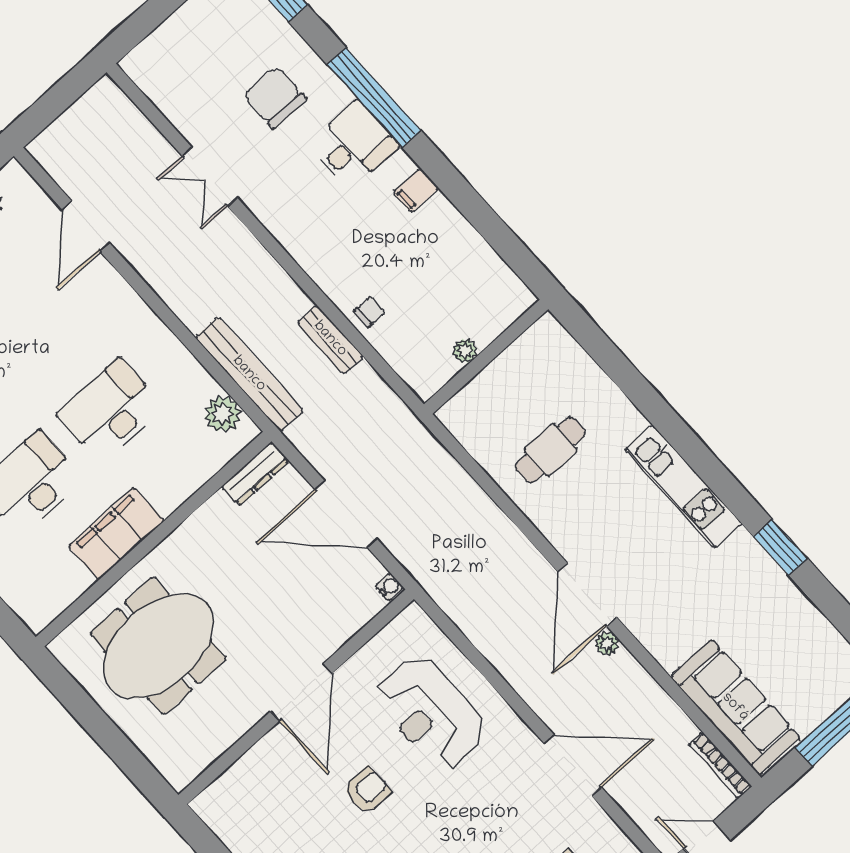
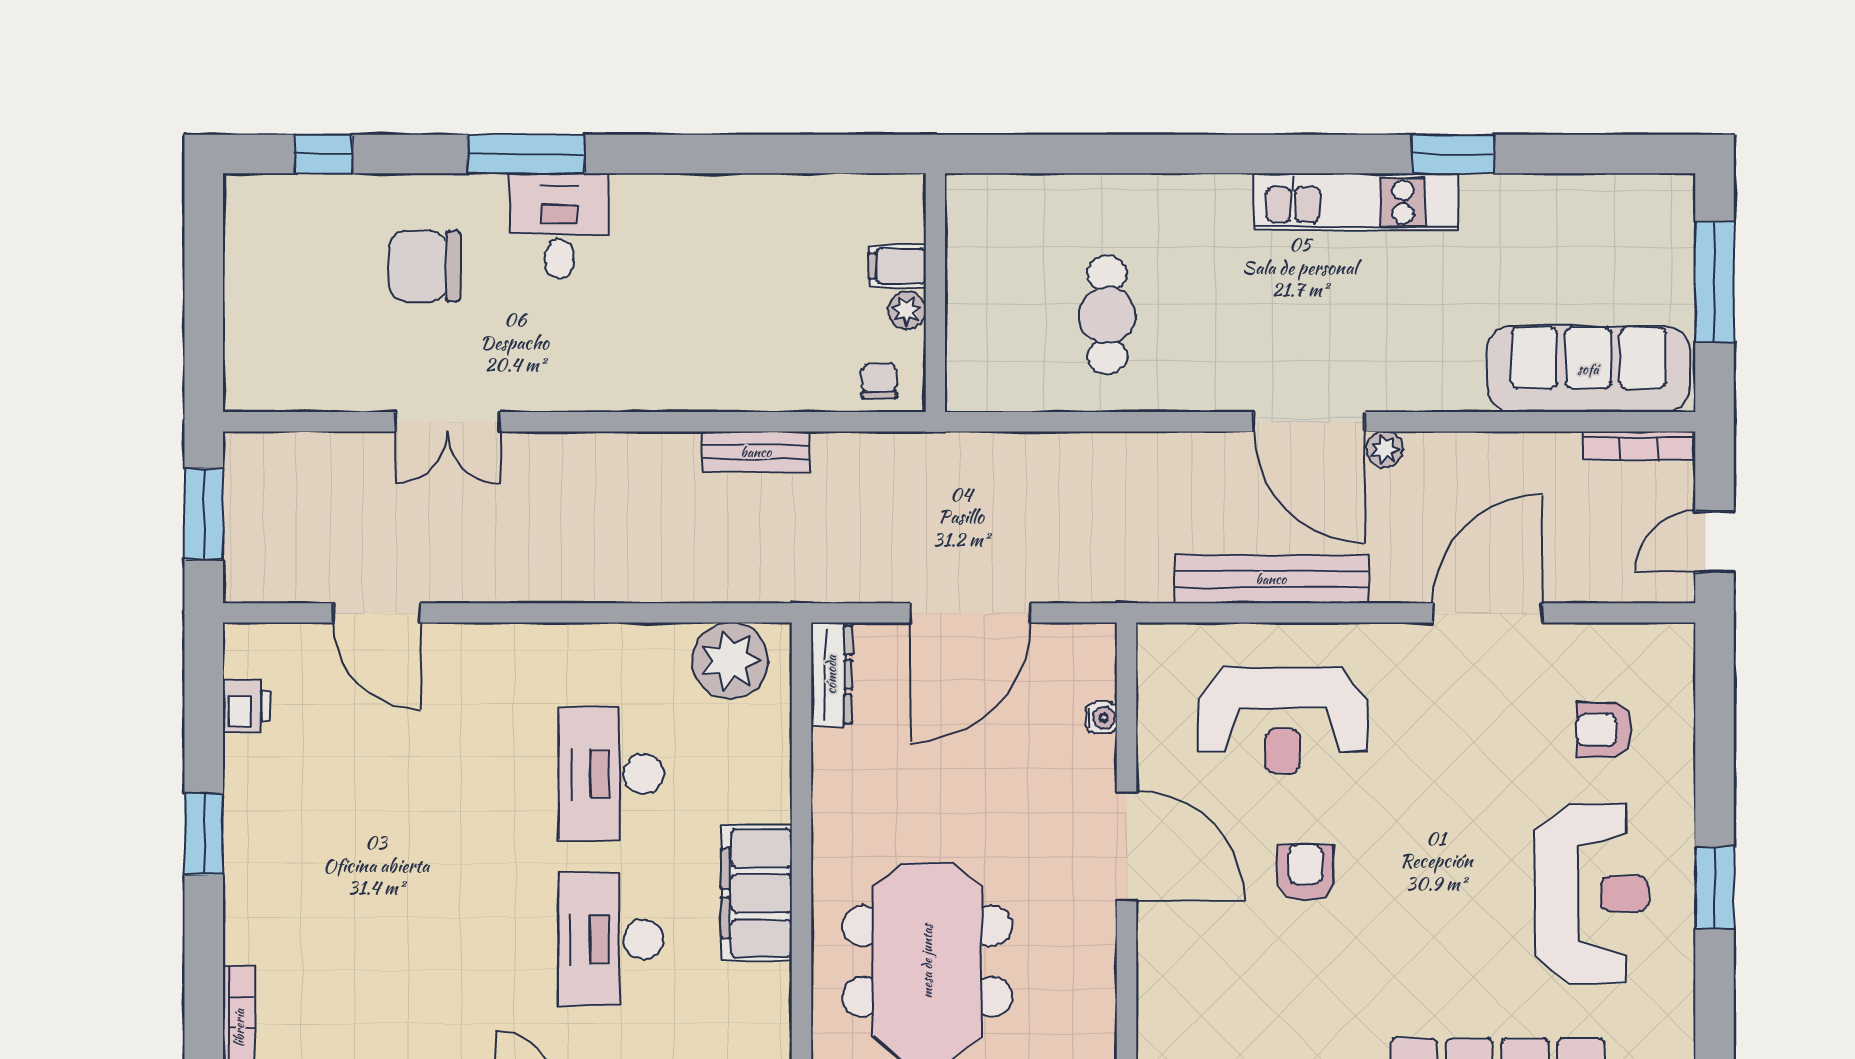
window: (374, 97) -> (526, 154), width x0.68
window: (58, 99) -> (204, 514), added
filing cabinet: (416, 190) -> (897, 266), moved, turned 90
chair: (370, 312) -> (879, 381), moved
bench: (249, 374) -> (1271, 579), moved
plant: (223, 414) -> (730, 661), width x1.36, depth x1.36
kitchen unit: (683, 486) -> (1356, 202), moved
water cooler: (389, 587) -> (1101, 718), moved, turned 90

